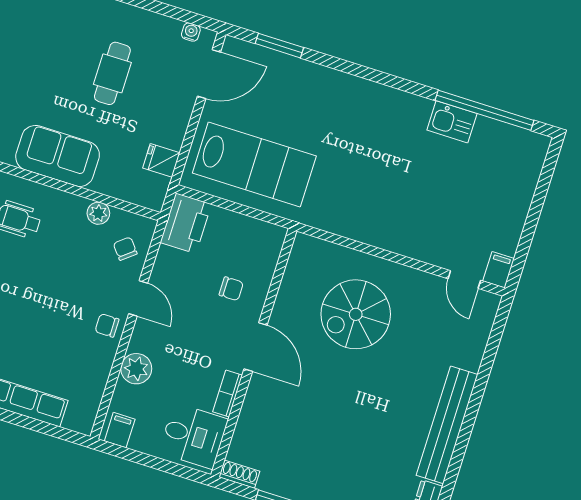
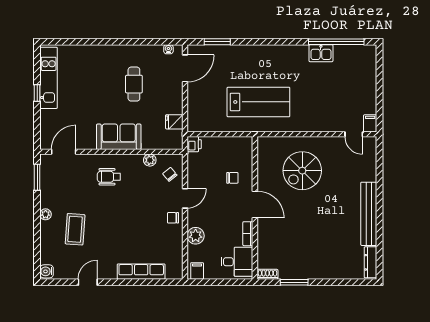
lab bench: (254, 164) -> (258, 102), moved
printer: (186, 223) -> (194, 144), width x0.53, depth x0.68
door: (138, 298) -> (185, 198), hinge flipped

